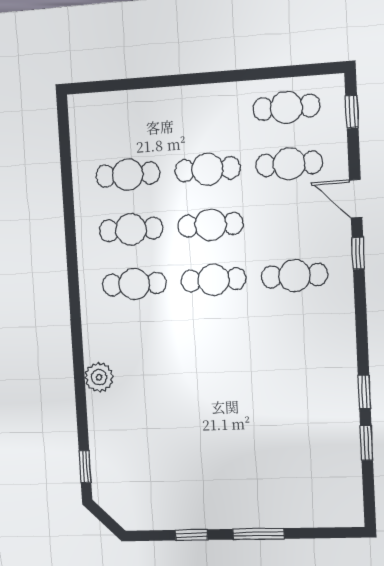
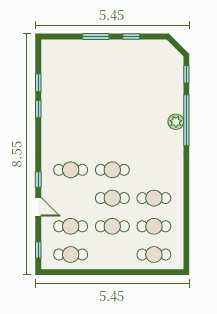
cafe table: (134, 284) -> (154, 255), moved
window: (80, 381) -> (186, 120), added

